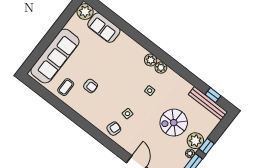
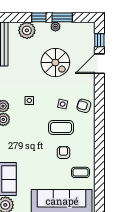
coffee table: (111, 99) -> (61, 127), added
spiral stairs: (174, 123) -> (55, 63), moved
plant: (195, 141) -> (27, 30), moved

